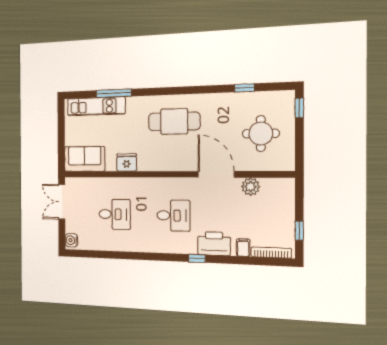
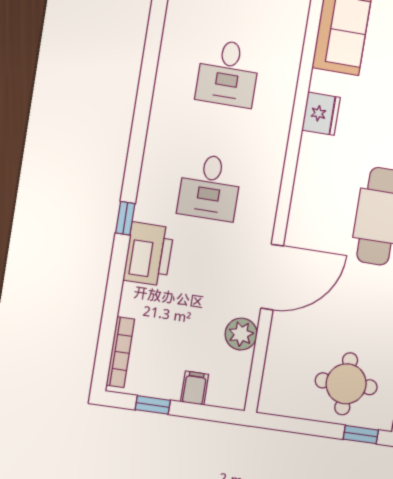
round table: (261, 134) -> (346, 384), moved
filing cabinet: (243, 248) -> (195, 388), moved, turned -90

